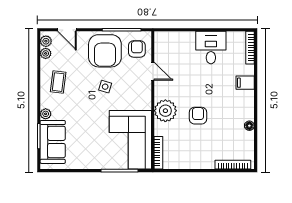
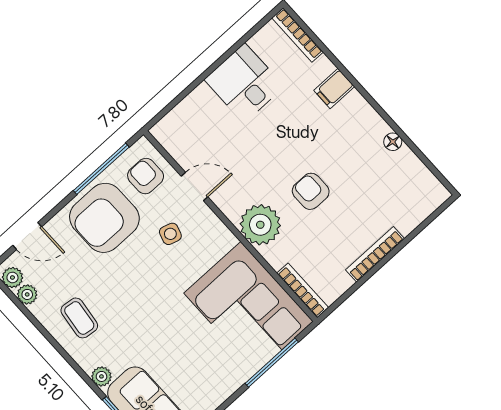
armchair: (105, 51) -> (104, 218), turned 90
side table: (105, 87) -> (170, 234), moved
bookcase: (233, 165) -> (375, 254), moved

